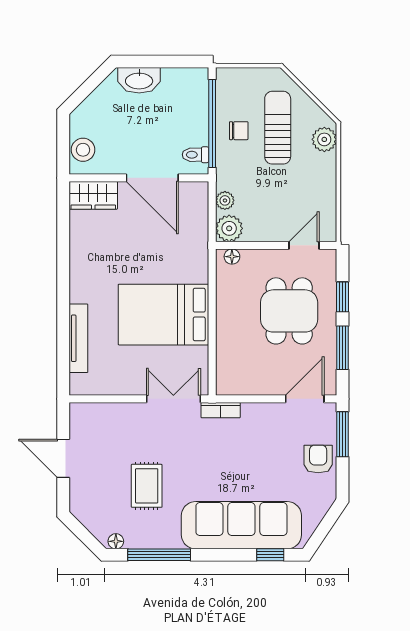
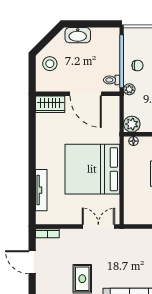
stool: (83, 150) -> (50, 64), moved
plant: (225, 200) -> (129, 89), moved
bed: (163, 315) -> (92, 169), width x1.36
bookcase: (221, 410) -> (47, 233), moved

